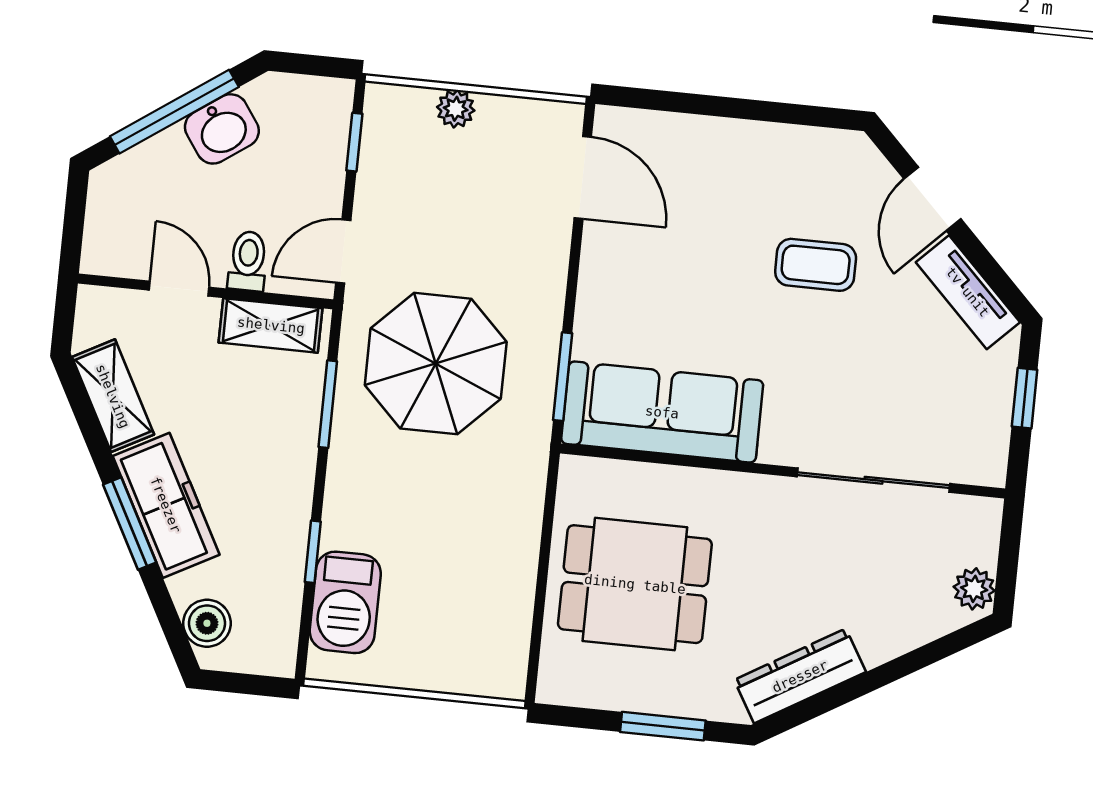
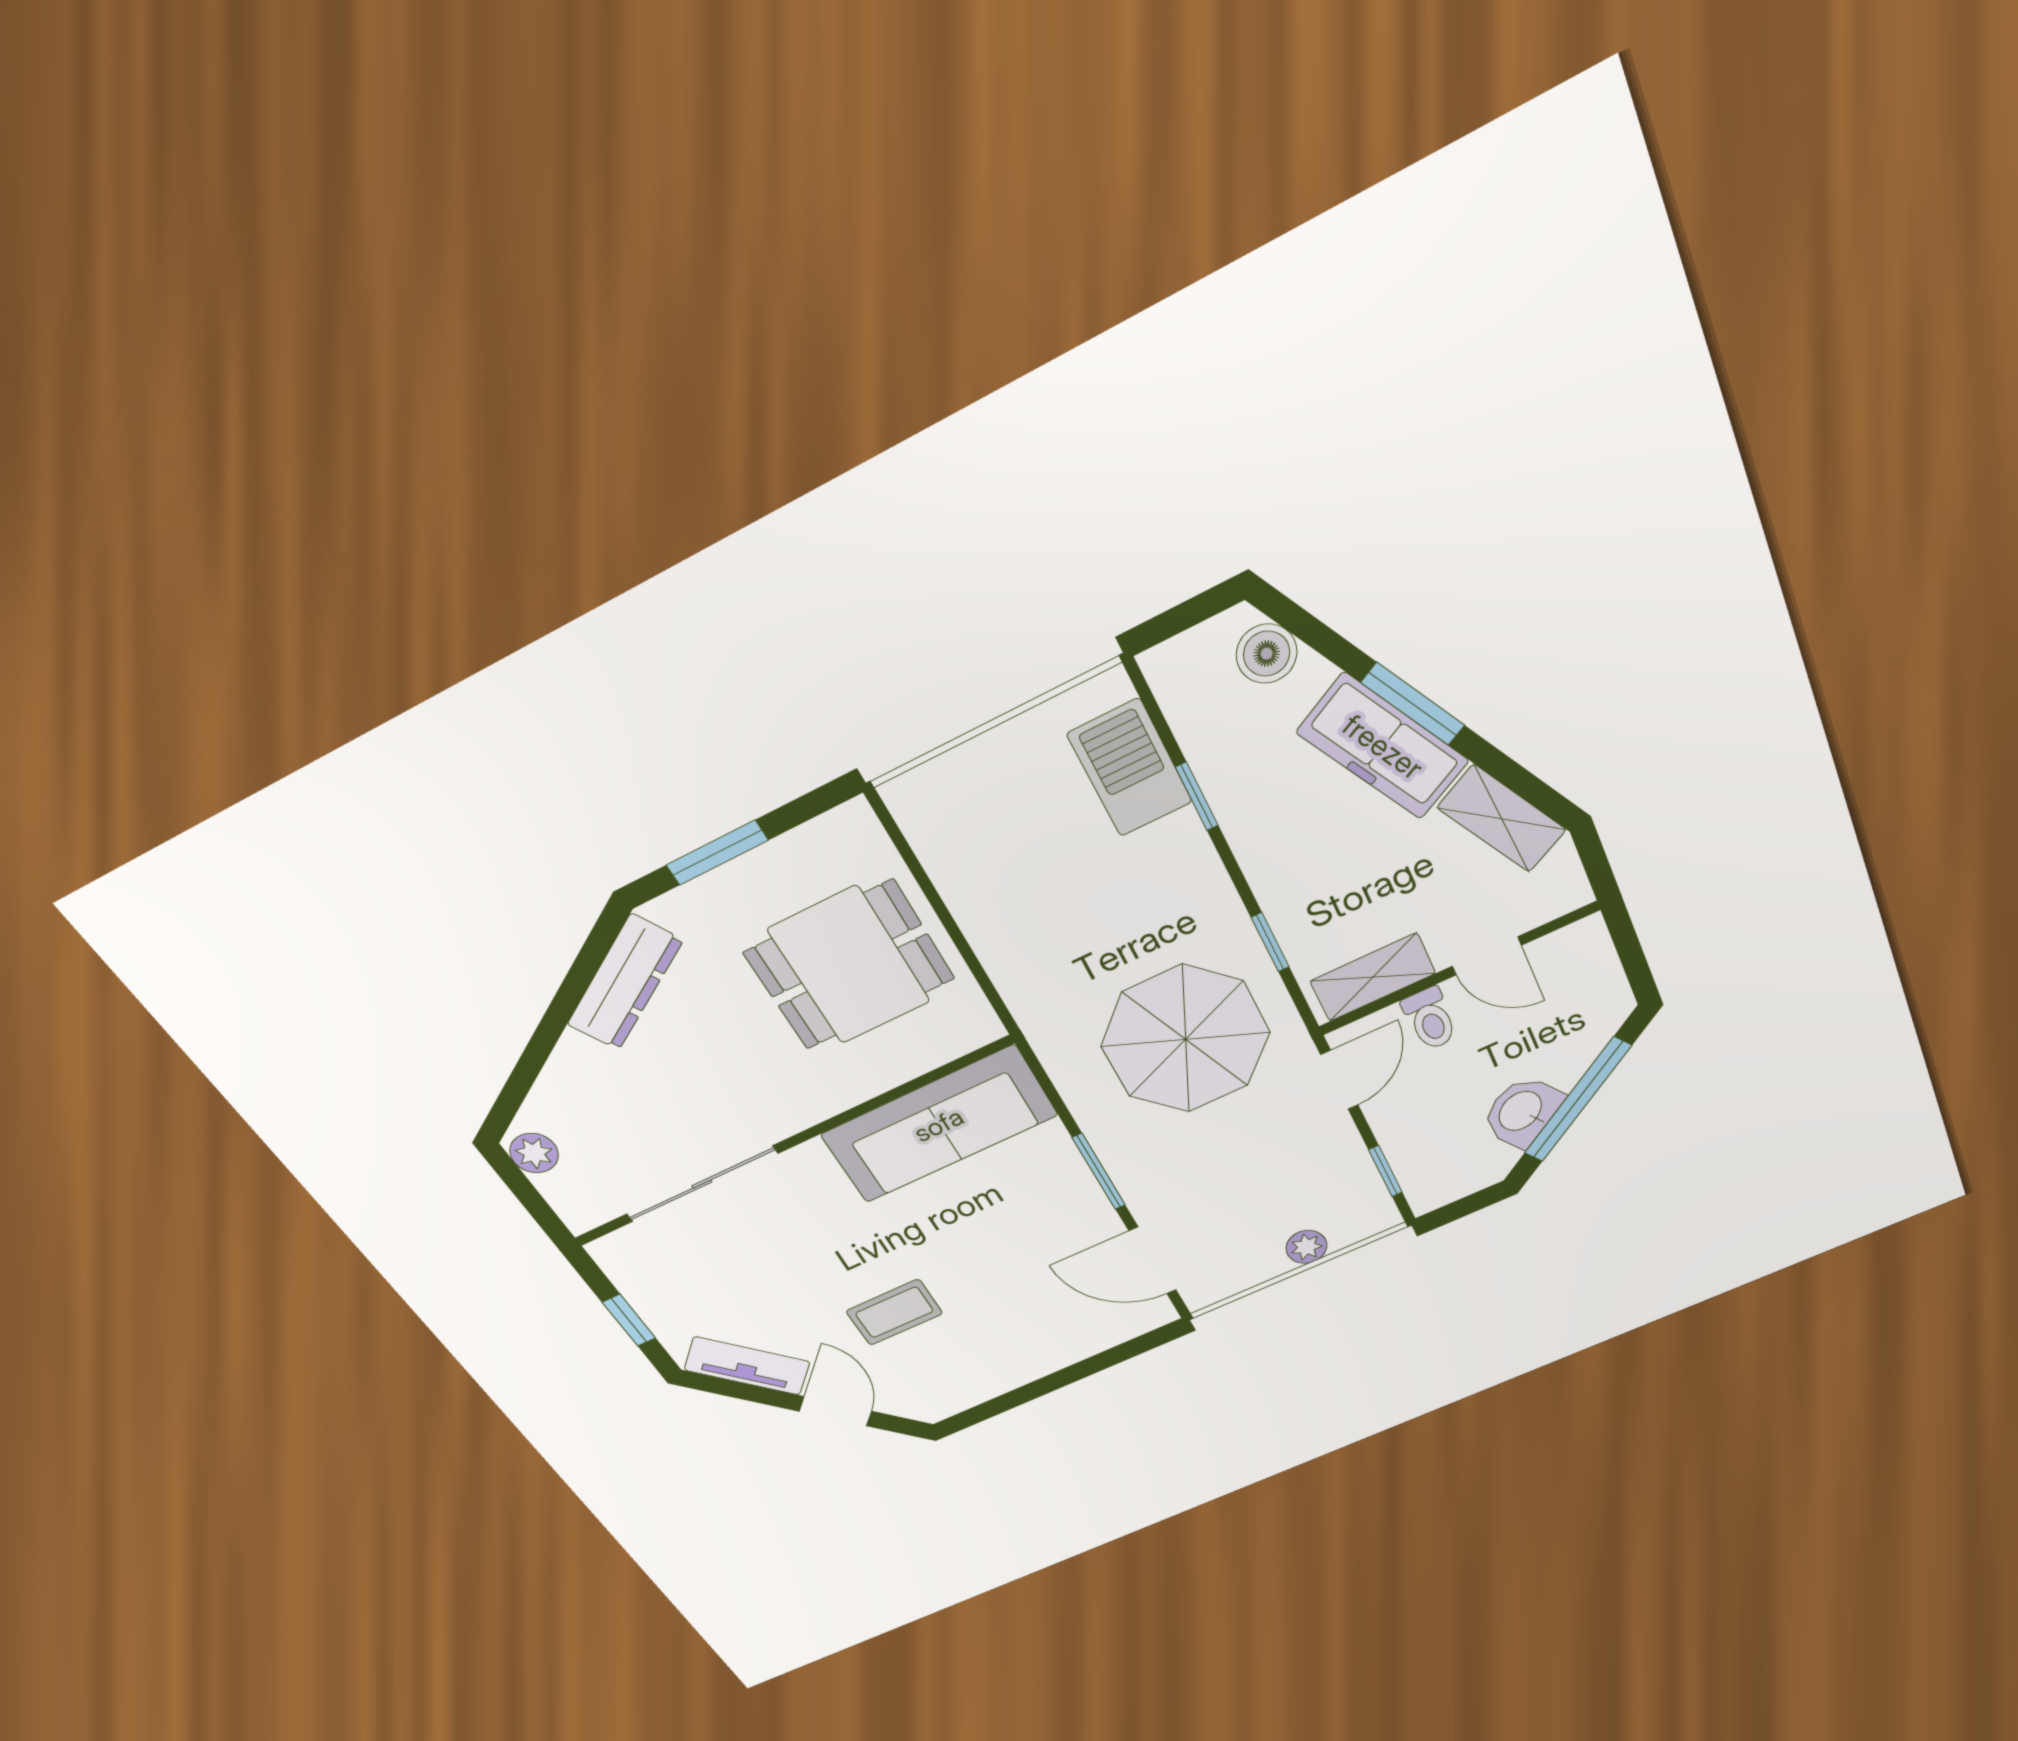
window: (563, 377) -> (1099, 1171), moved
window: (328, 404) -> (1270, 942), width x0.67

